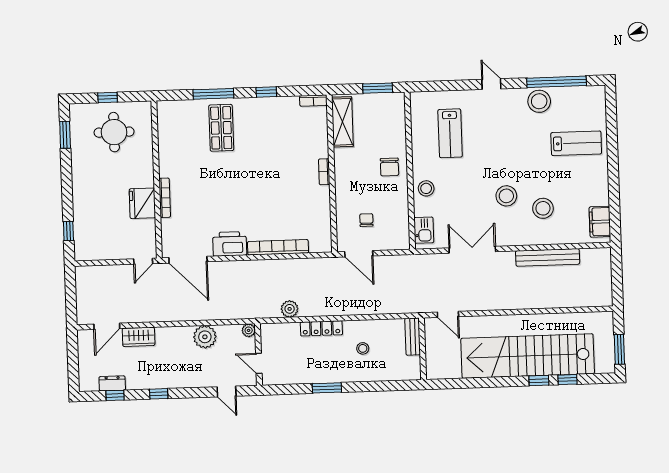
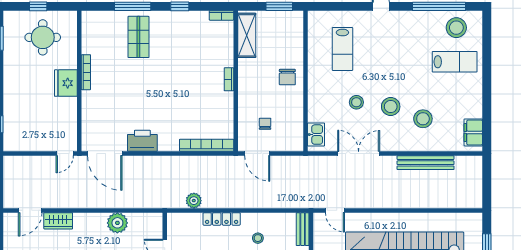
stool: (539, 101) -> (456, 28), moved
stool: (426, 188) -> (356, 102), moved
bookcase: (165, 198) -> (86, 72), moved
fridge: (142, 203) -> (66, 83), moved
bookcase: (278, 247) -> (207, 145), moved
plant: (249, 330) -> (157, 218), removed

